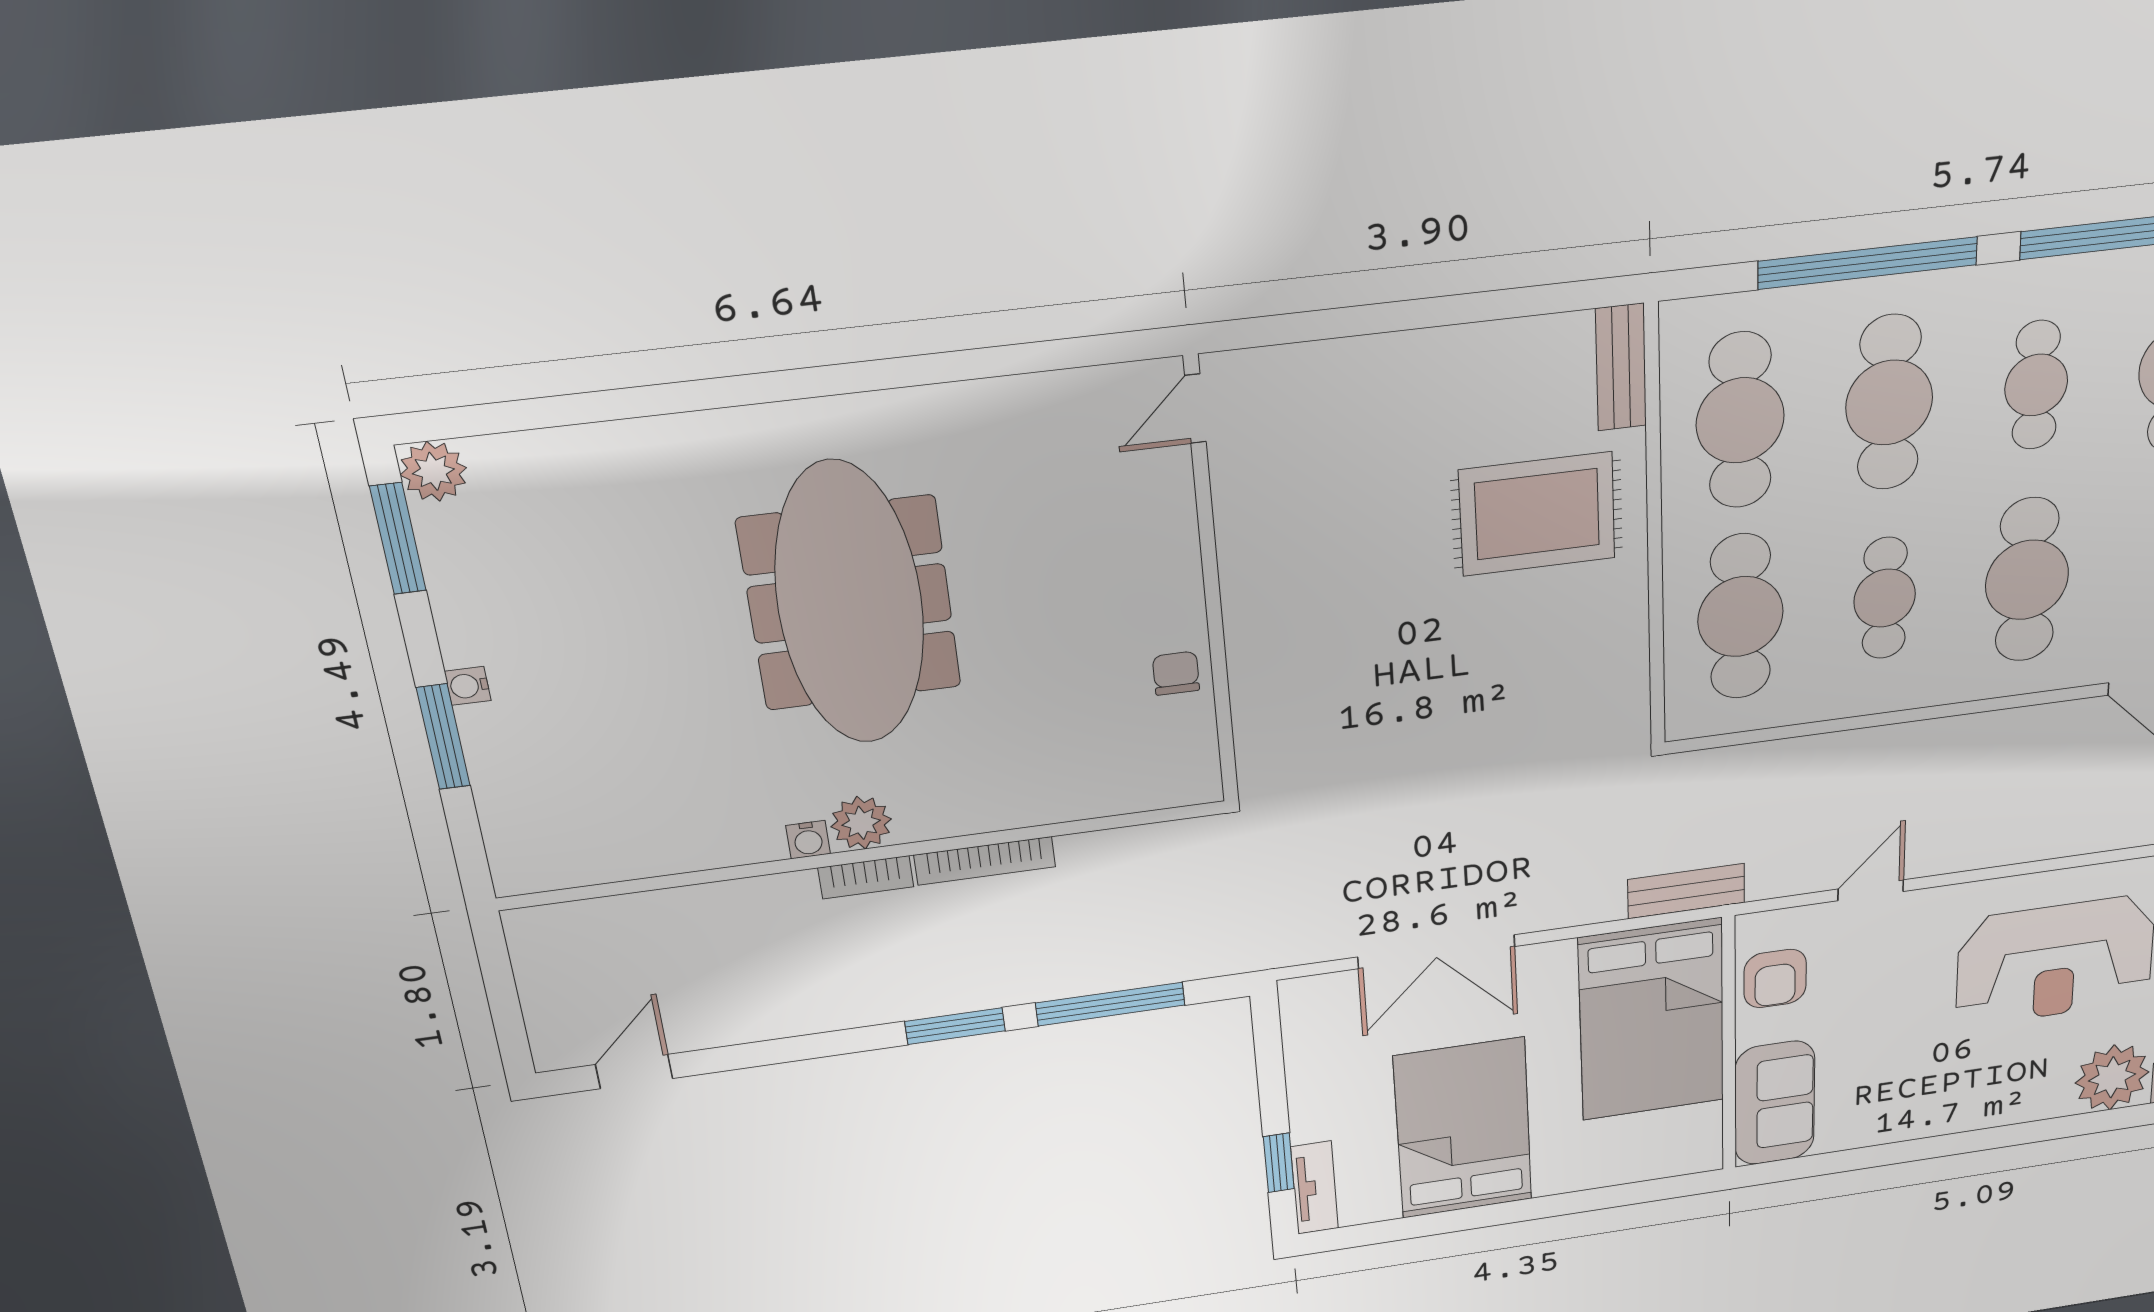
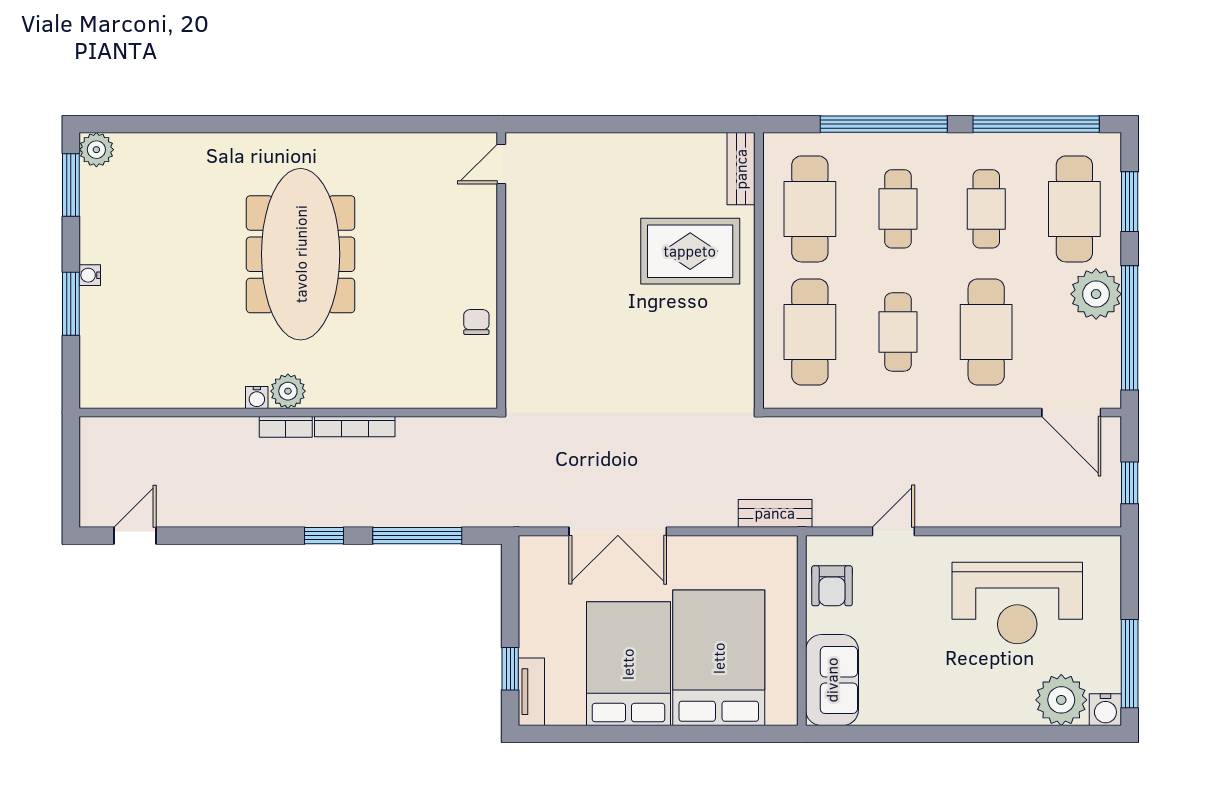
cafe table: (1889, 403) -> (898, 209), width x0.73, depth x0.74
bed: (1652, 1020) -> (719, 658), moved, turned 180
window: (955, 1026) -> (324, 536), width x0.67

